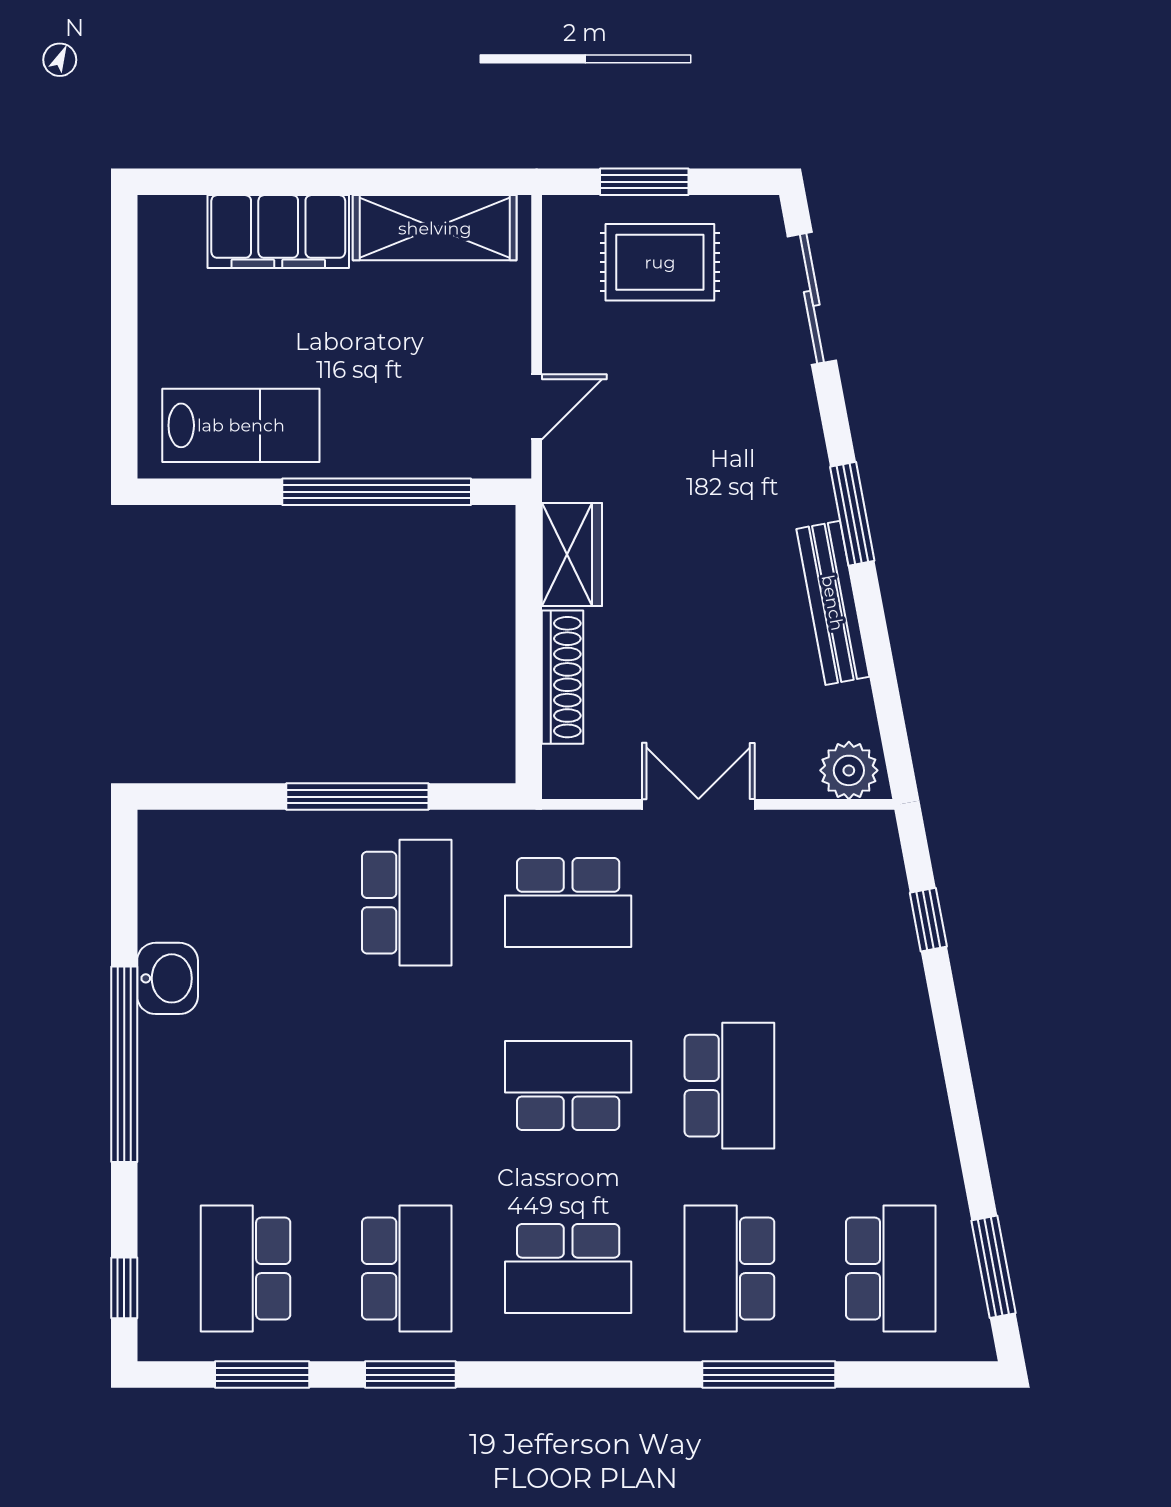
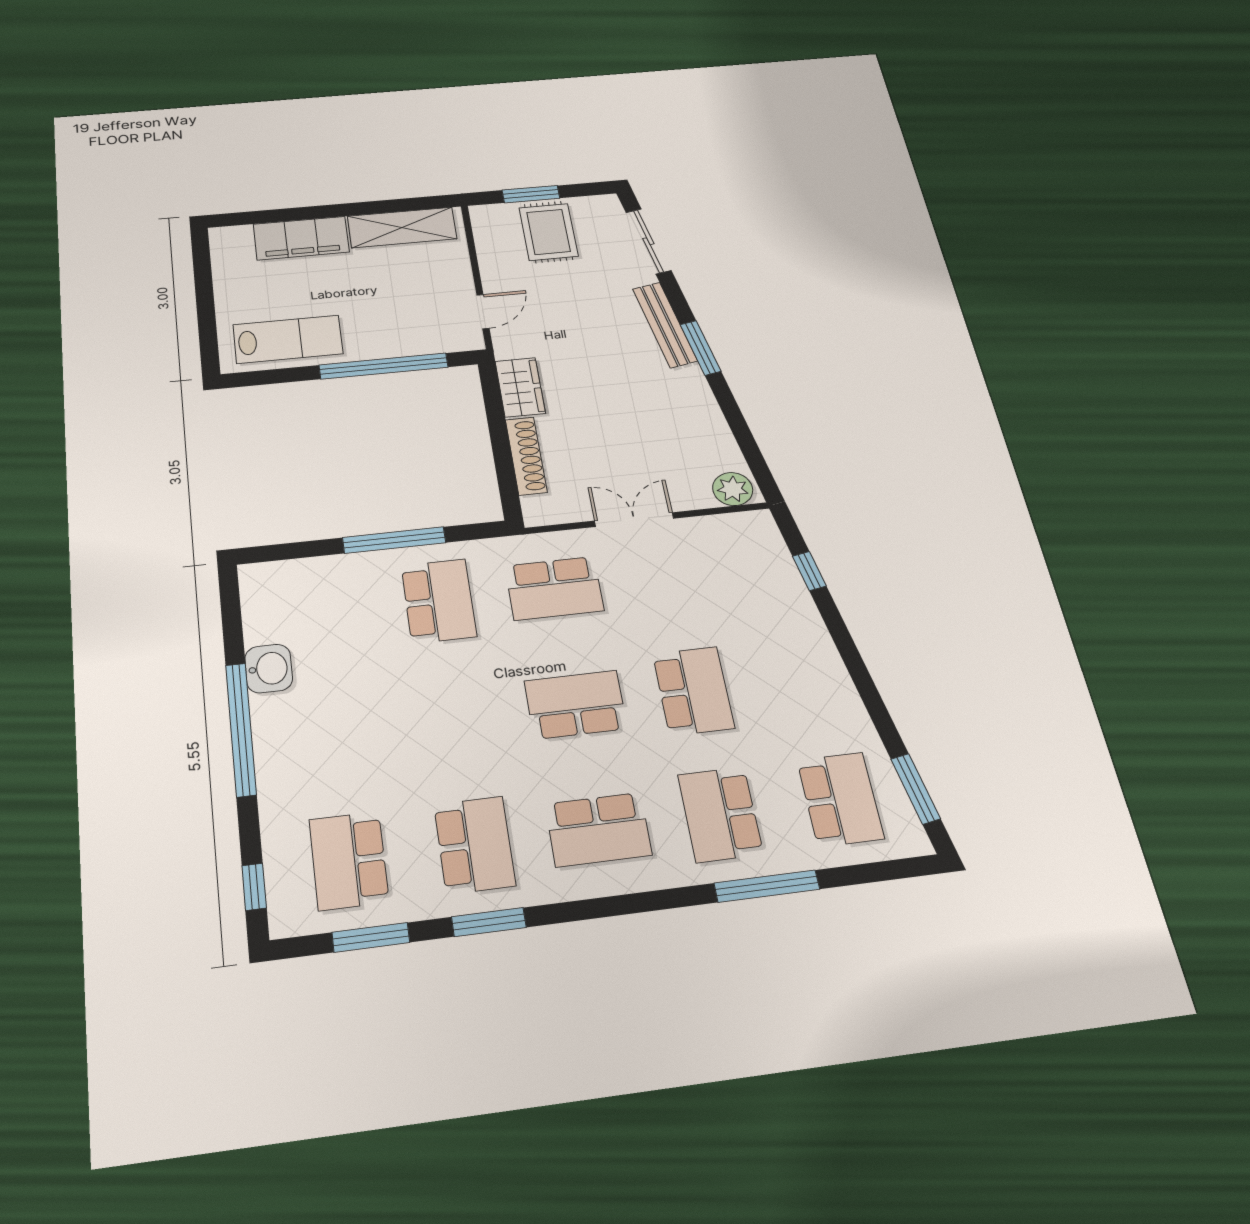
rug: (660, 262) -> (549, 232), turned 90
bench: (833, 603) -> (665, 325), moved

